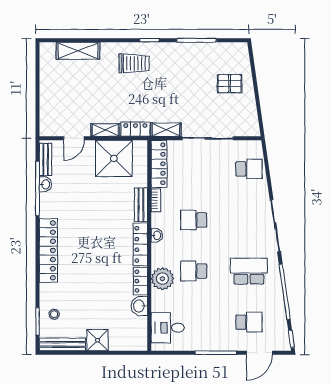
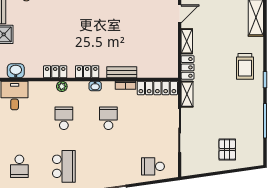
door: (74, 138) -> (180, 14), swing flipped
shower: (114, 158) -> (162, 49), removed
school desk: (249, 169) -> (153, 166), turned 90
locker: (140, 244) -> (87, 72), width x0.66
plant: (162, 279) -> (62, 86), width x0.53, depth x0.53
washbasin: (139, 306) -> (16, 71), moved

